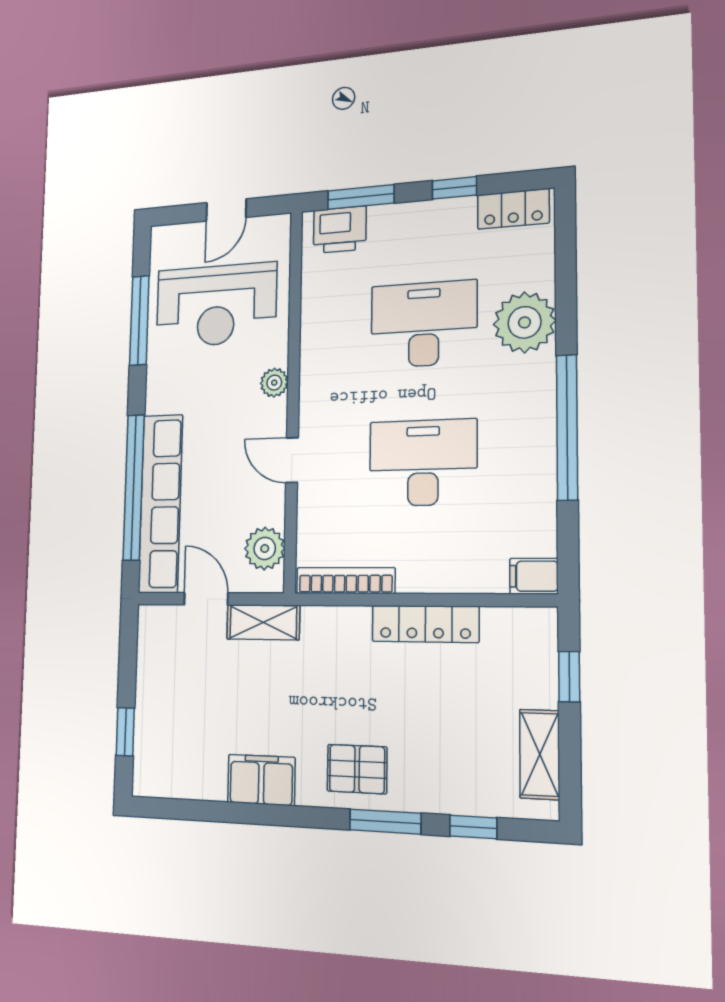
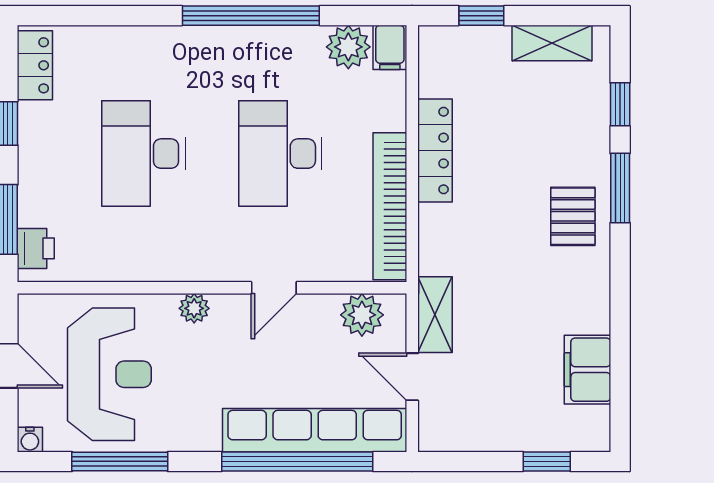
printer: (340, 230) -> (36, 248), width x0.73, depth x0.81
water cooler: (161, 236) -> (30, 440), added
plant: (525, 322) -> (348, 47), moved, width x0.73, depth x0.73
bookcase: (346, 581) -> (390, 206), width x1.48, depth x1.31
door: (206, 599) -> (412, 377), hinge flipped
filing cabinet: (261, 780) -> (588, 370), moved

